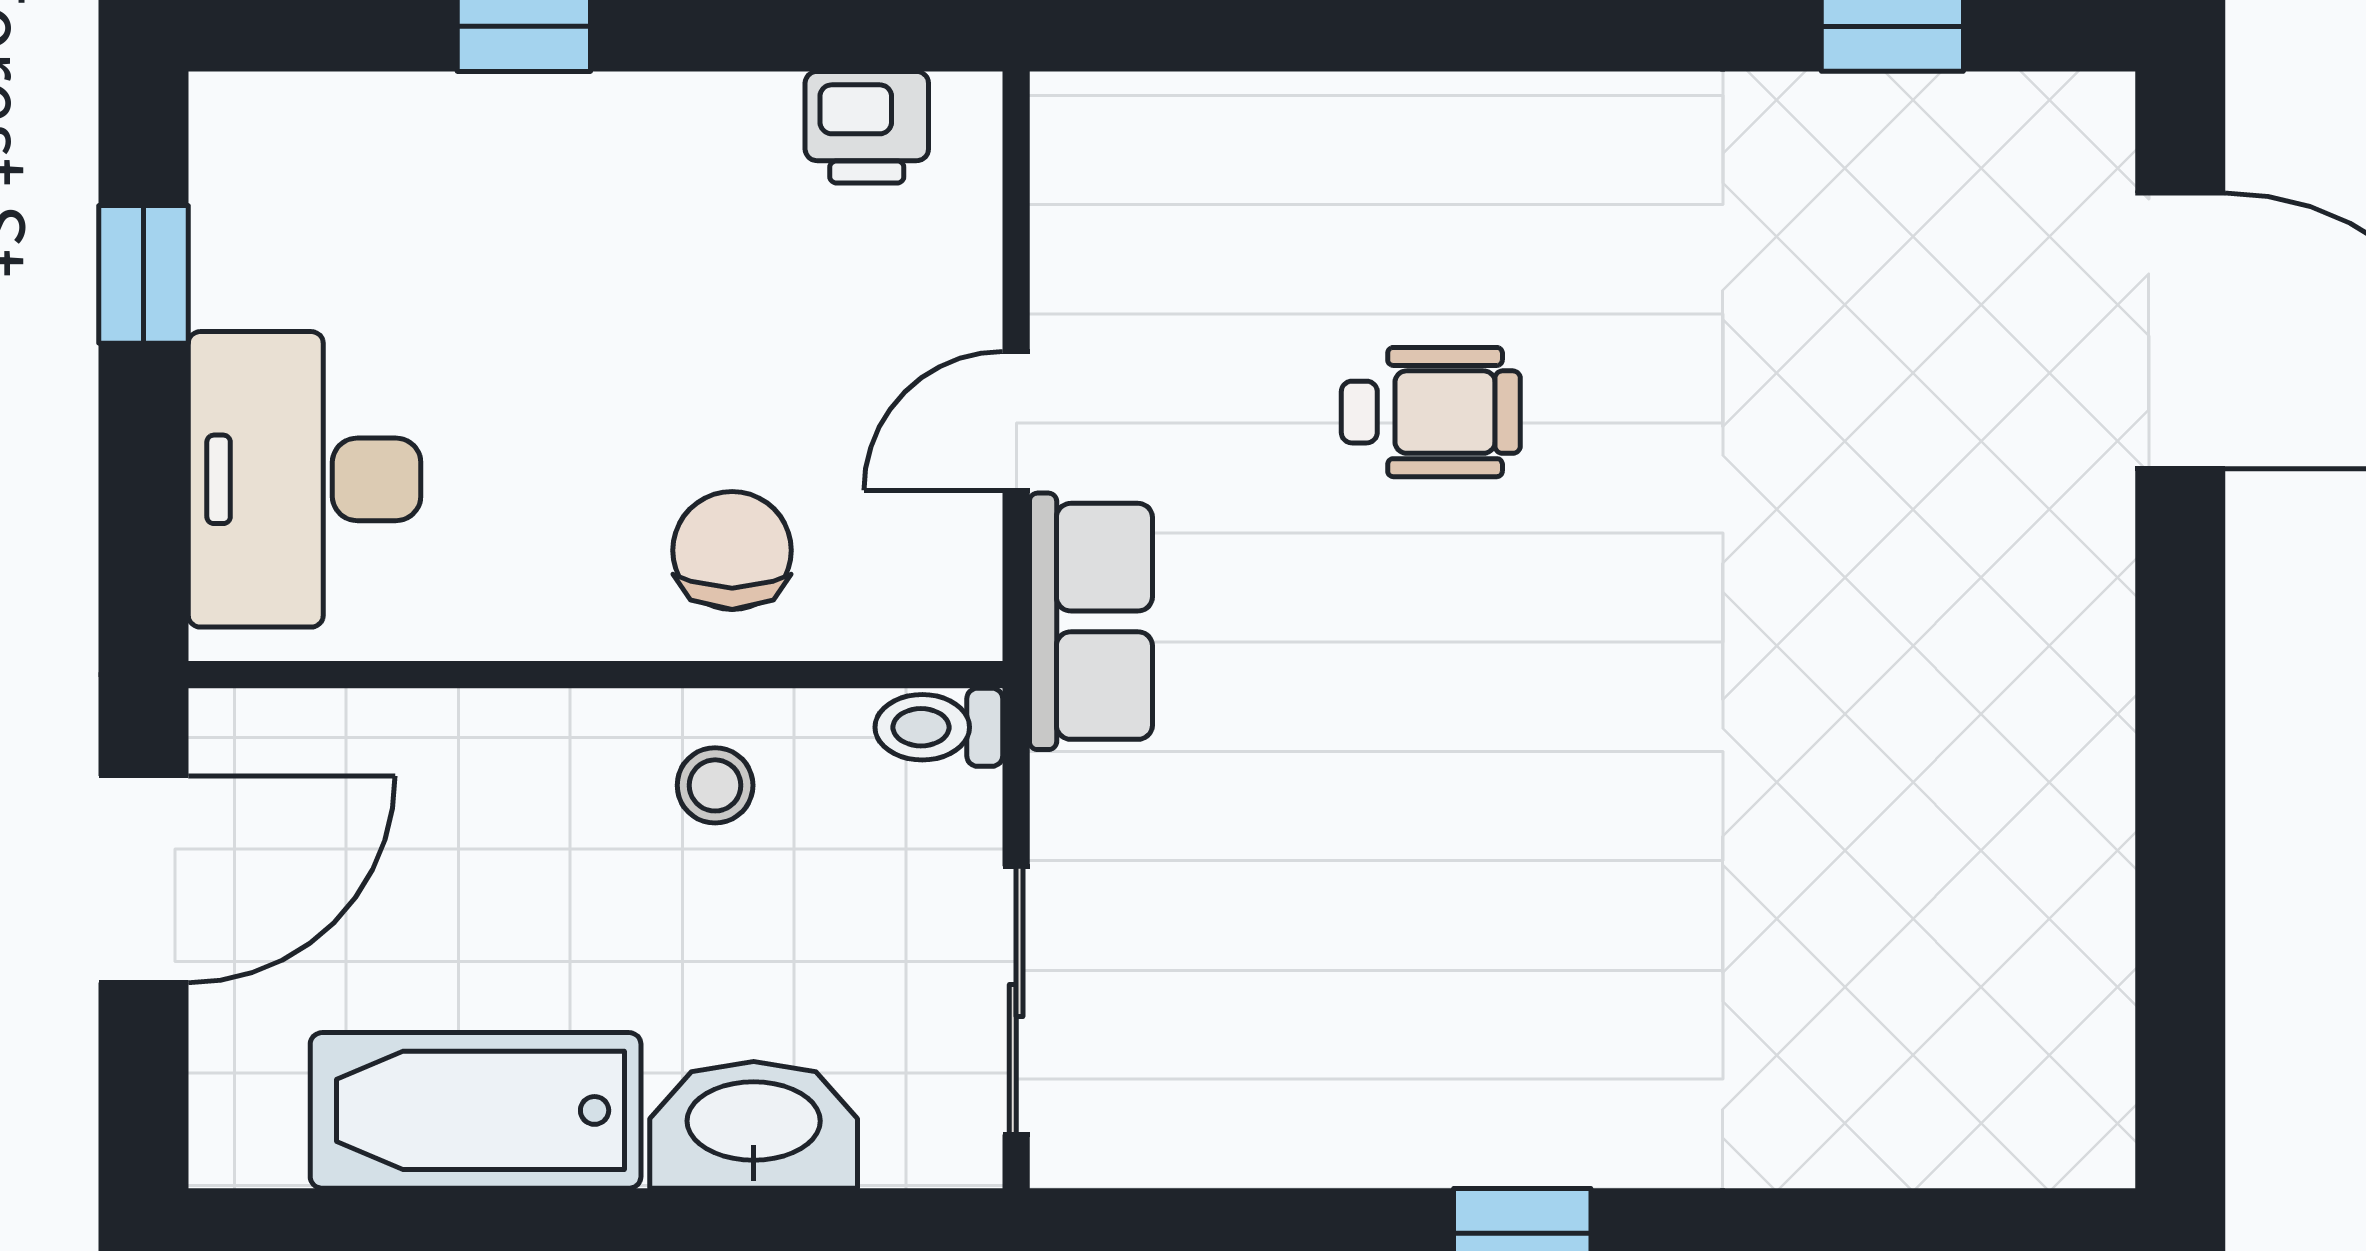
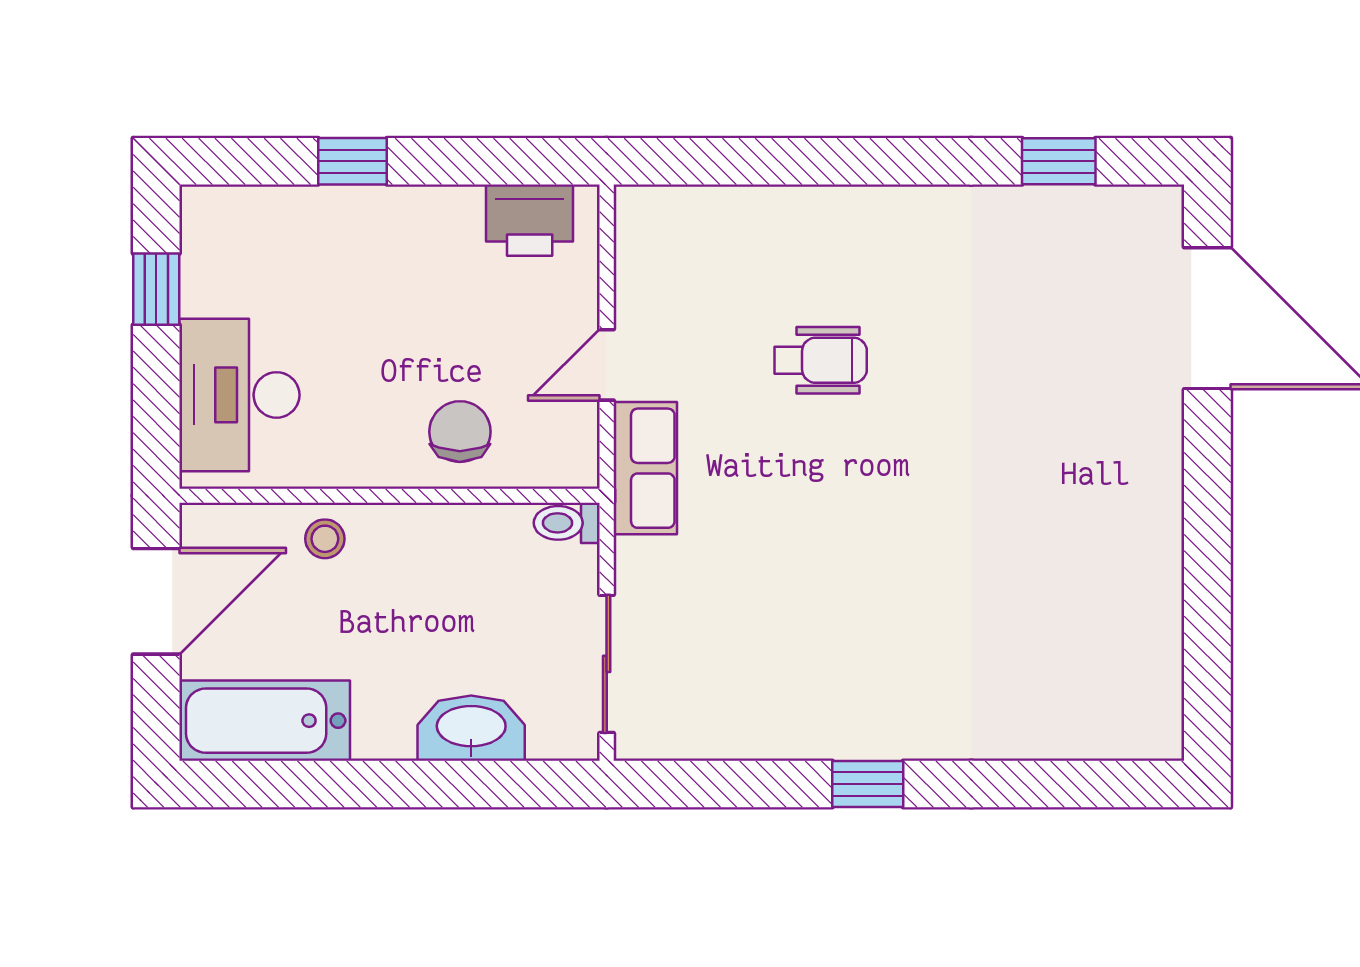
printer: (867, 127) -> (530, 220), width x1.36, depth x1.24
stool: (715, 785) -> (325, 539), moved
bathtub: (476, 1110) -> (265, 721), moved

